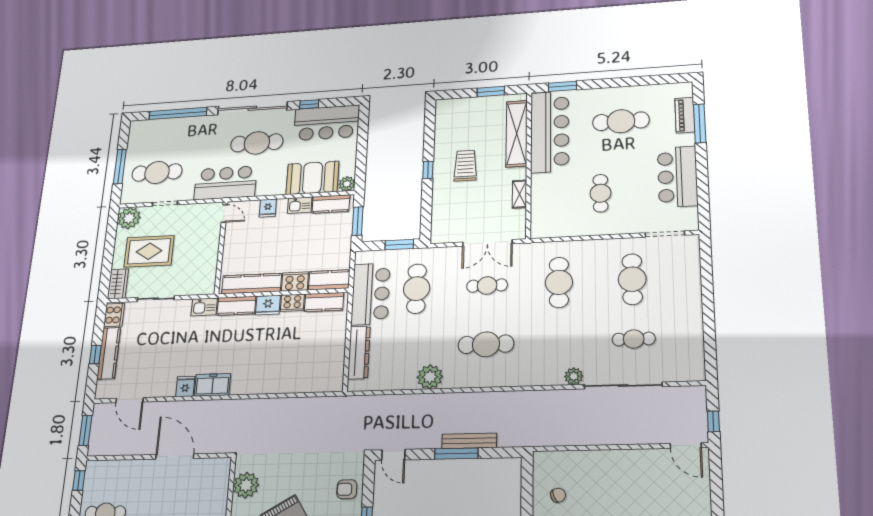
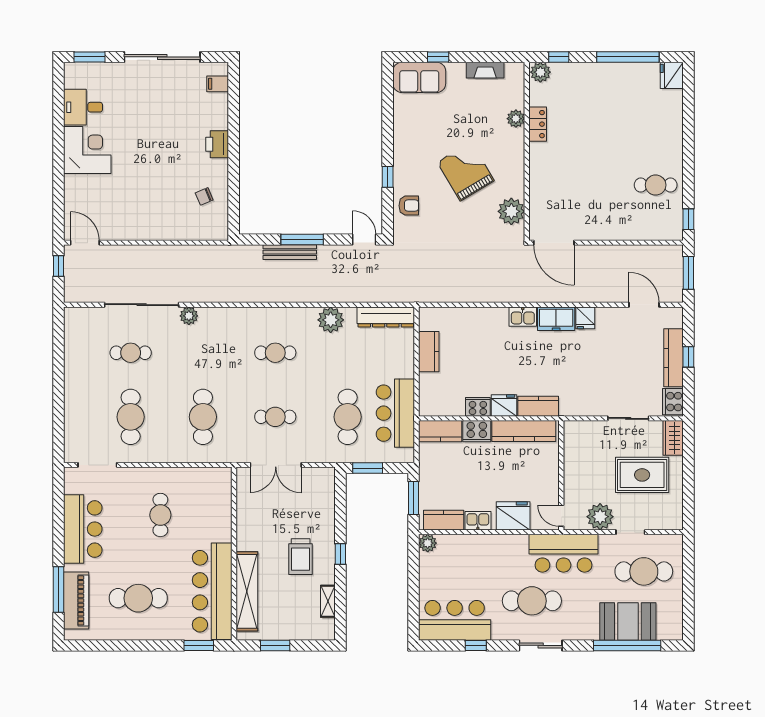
sliding door: (252, 108) -> (541, 645), width x0.54
piano: (685, 115) -> (76, 600), width x1.37, depth x1.33
window: (120, 166) -> (688, 582), removed
booth: (312, 178) -> (628, 621), moved
shelving: (519, 194) -> (328, 601), moved
fridge: (268, 208) -> (513, 516), width x1.88, depth x1.34
plant: (129, 218) -> (600, 517), moved
double door: (487, 243) -> (276, 465), swing flipped
kitchen counter: (324, 302) -> (429, 352), moved, turned 90
kitchen sink: (204, 307) -> (523, 317), moved, turned 180
cafe table: (486, 344) -> (275, 353), width x0.73, depth x0.74
dresser: (359, 352) -> (386, 317), moved, turned -90
door: (175, 456) -> (554, 243), moved

